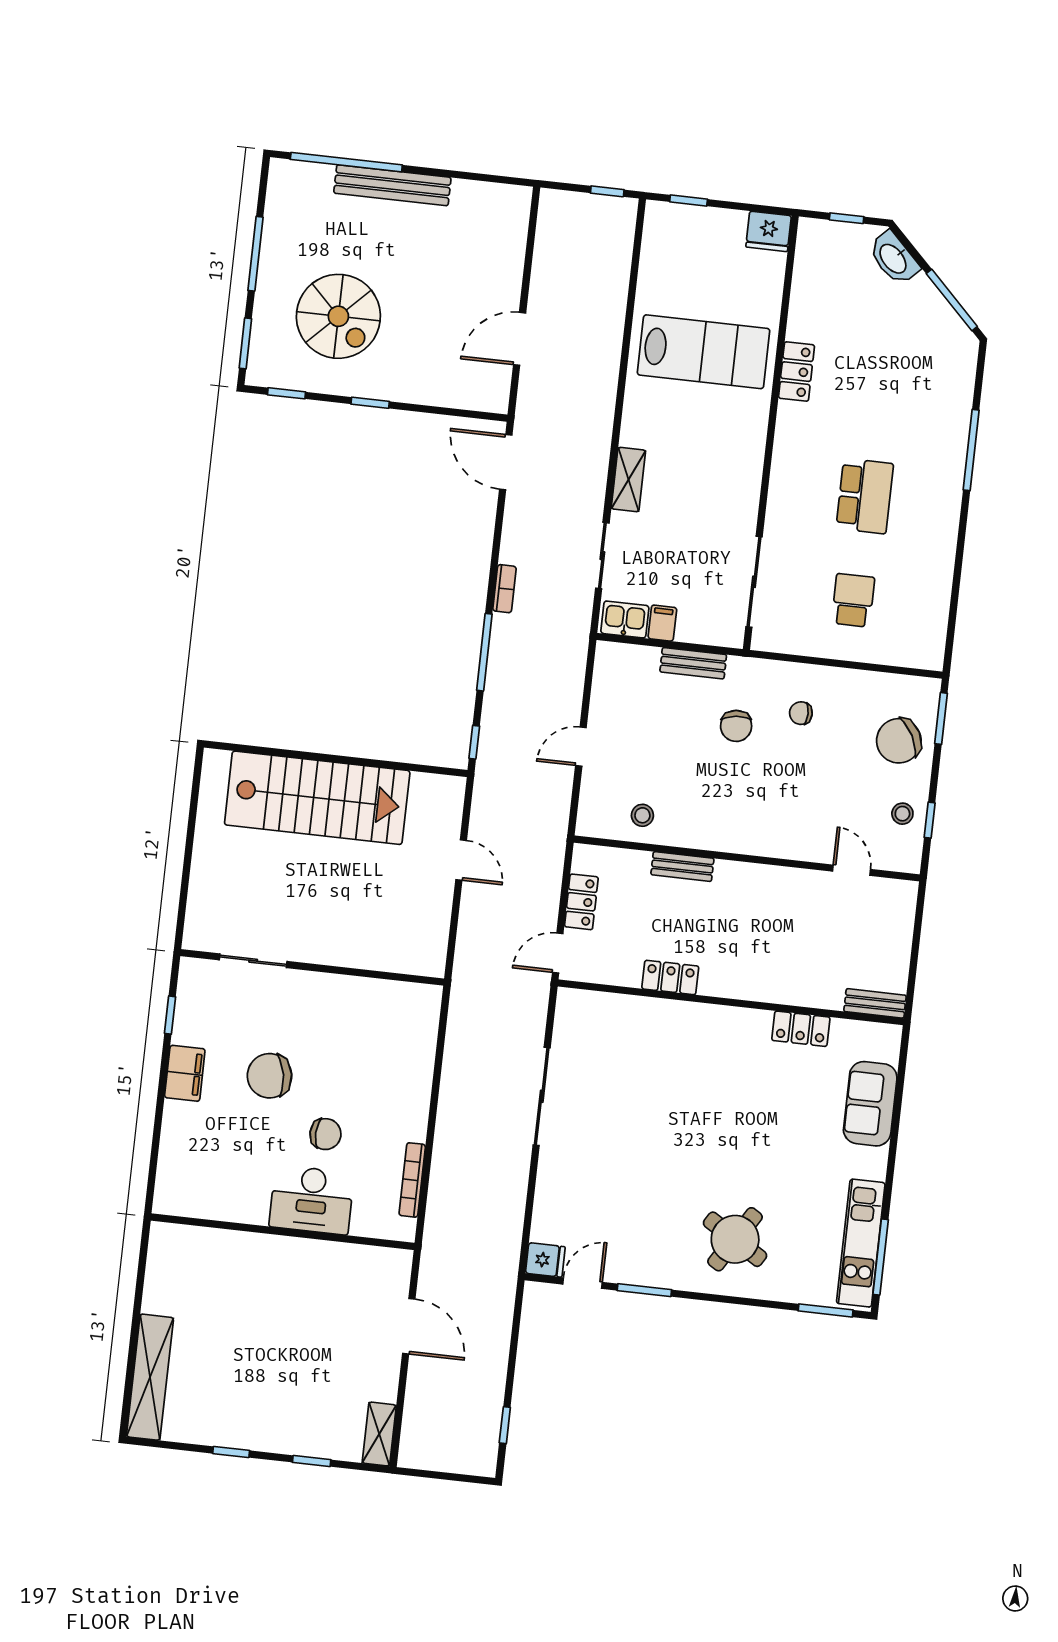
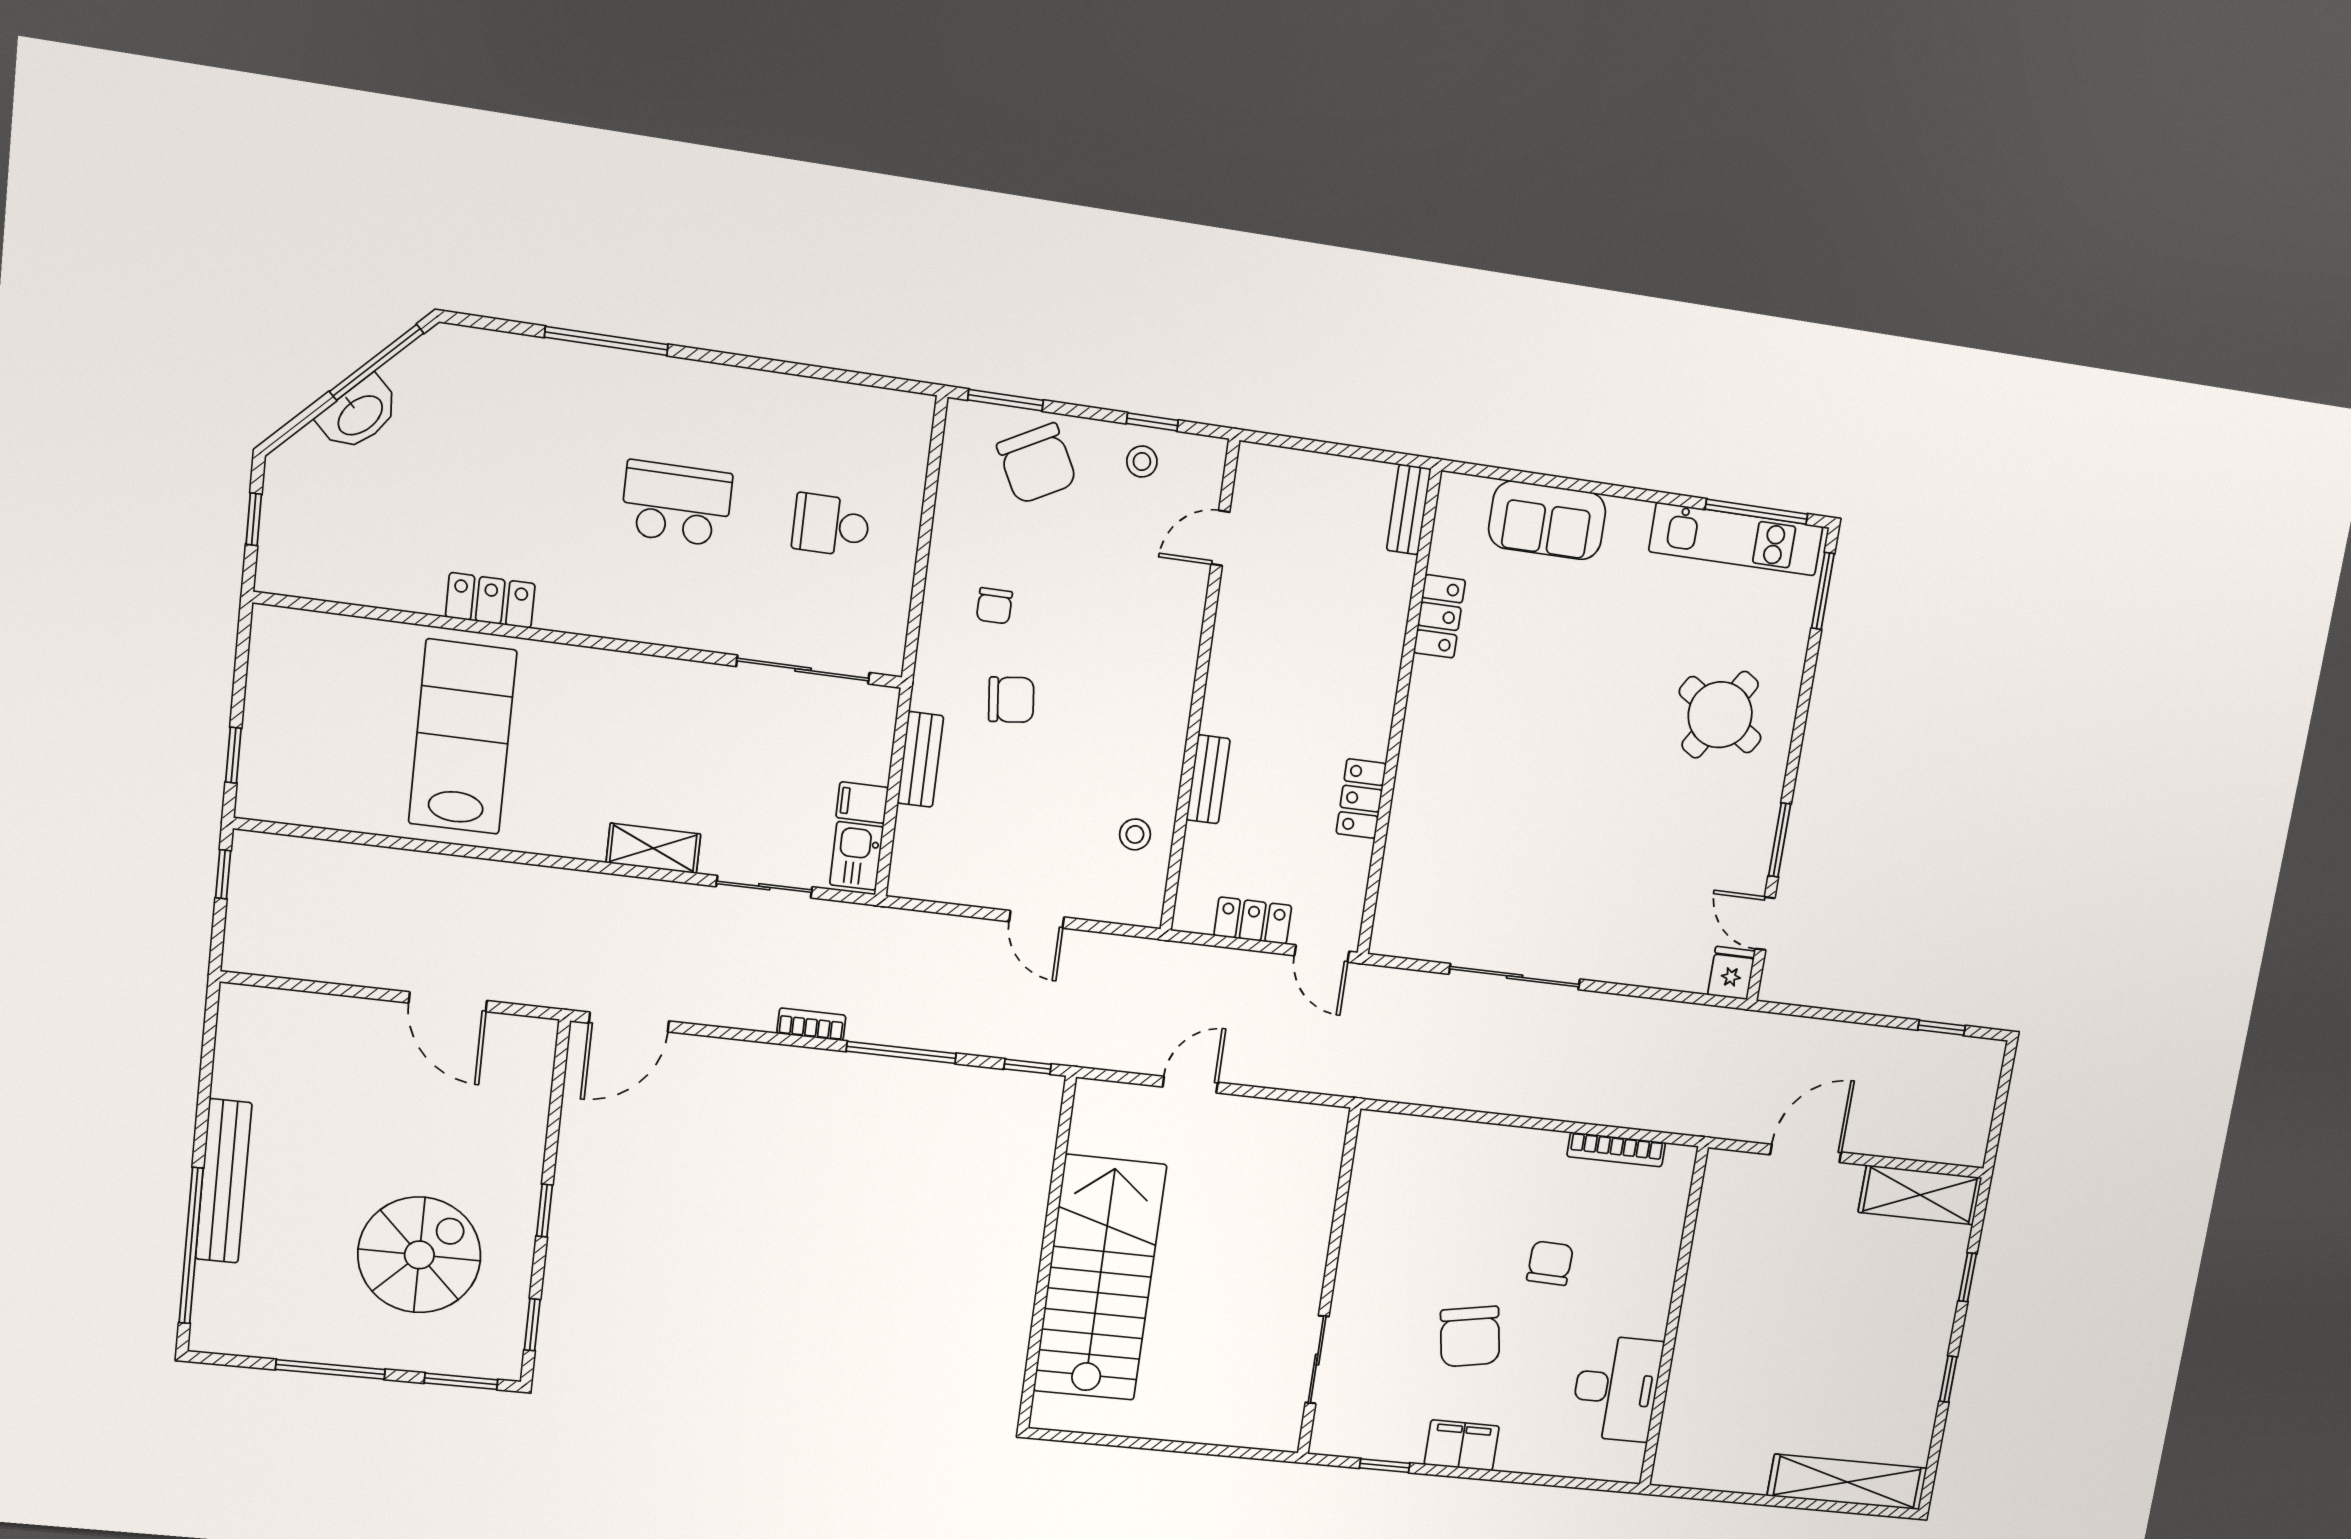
fridge: (769, 231) -> (277, 637), removed
washbasin: (894, 258) -> (359, 414), moved
desk: (312, 1200) -> (1616, 1388), moved
shelving: (379, 1434) -> (1920, 1195), width x1.50, depth x1.33

